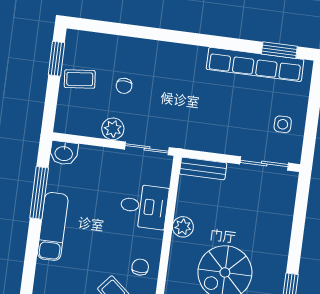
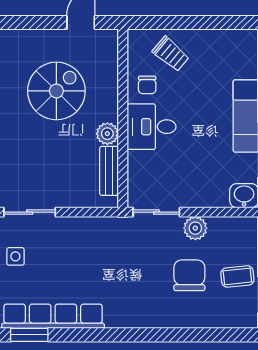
chair: (124, 86) -> (189, 275), width x1.87, depth x1.87
bench: (203, 168) -> (109, 171), moved, turned 90
desk: (144, 206) -> (151, 127), moved

